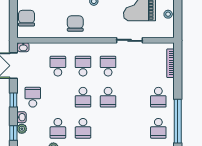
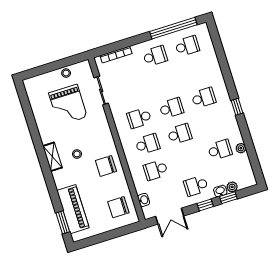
chair: (26, 18) -> (118, 207), moved
sliding door: (129, 40) -> (101, 90), moved
washbasin: (23, 47) -> (144, 200), moved
school desk: (83, 66) -> (147, 144), turned 180
school desk: (83, 128) -> (204, 98), moved
window: (13, 133) -> (228, 198), moved

